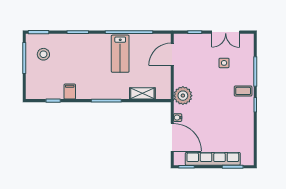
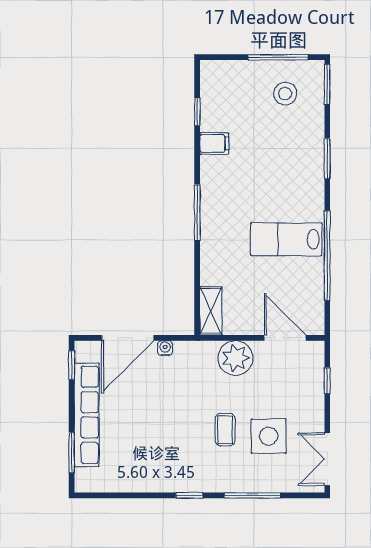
double door: (226, 32) -> (327, 459), moved
side table: (224, 63) -> (269, 436), width x1.87, depth x1.87
coffee table: (243, 91) -> (225, 430), moved
shelving: (142, 93) -> (211, 311), moved
plant: (183, 96) -> (235, 358), moved

